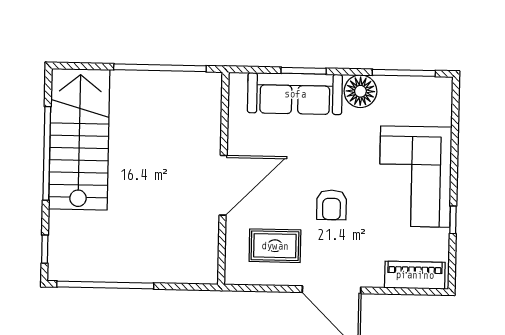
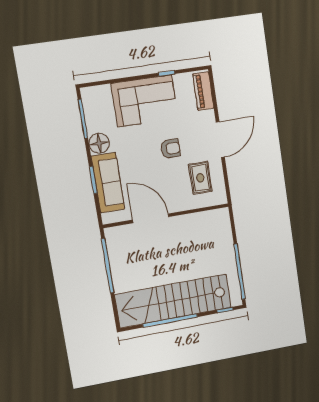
stairs: (79, 139) -> (173, 301), width x1.36
door: (223, 185) -> (151, 218), moved

